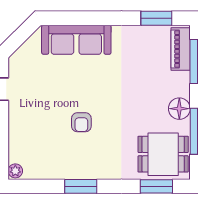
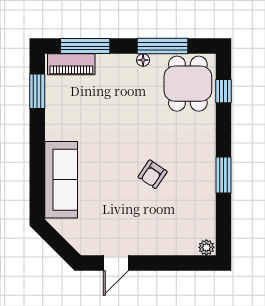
floor lamp: (179, 109) -> (143, 60), width x0.53, depth x0.53
armchair: (81, 122) -> (153, 174), turned 124
window: (156, 186) -> (224, 91), width x0.67

